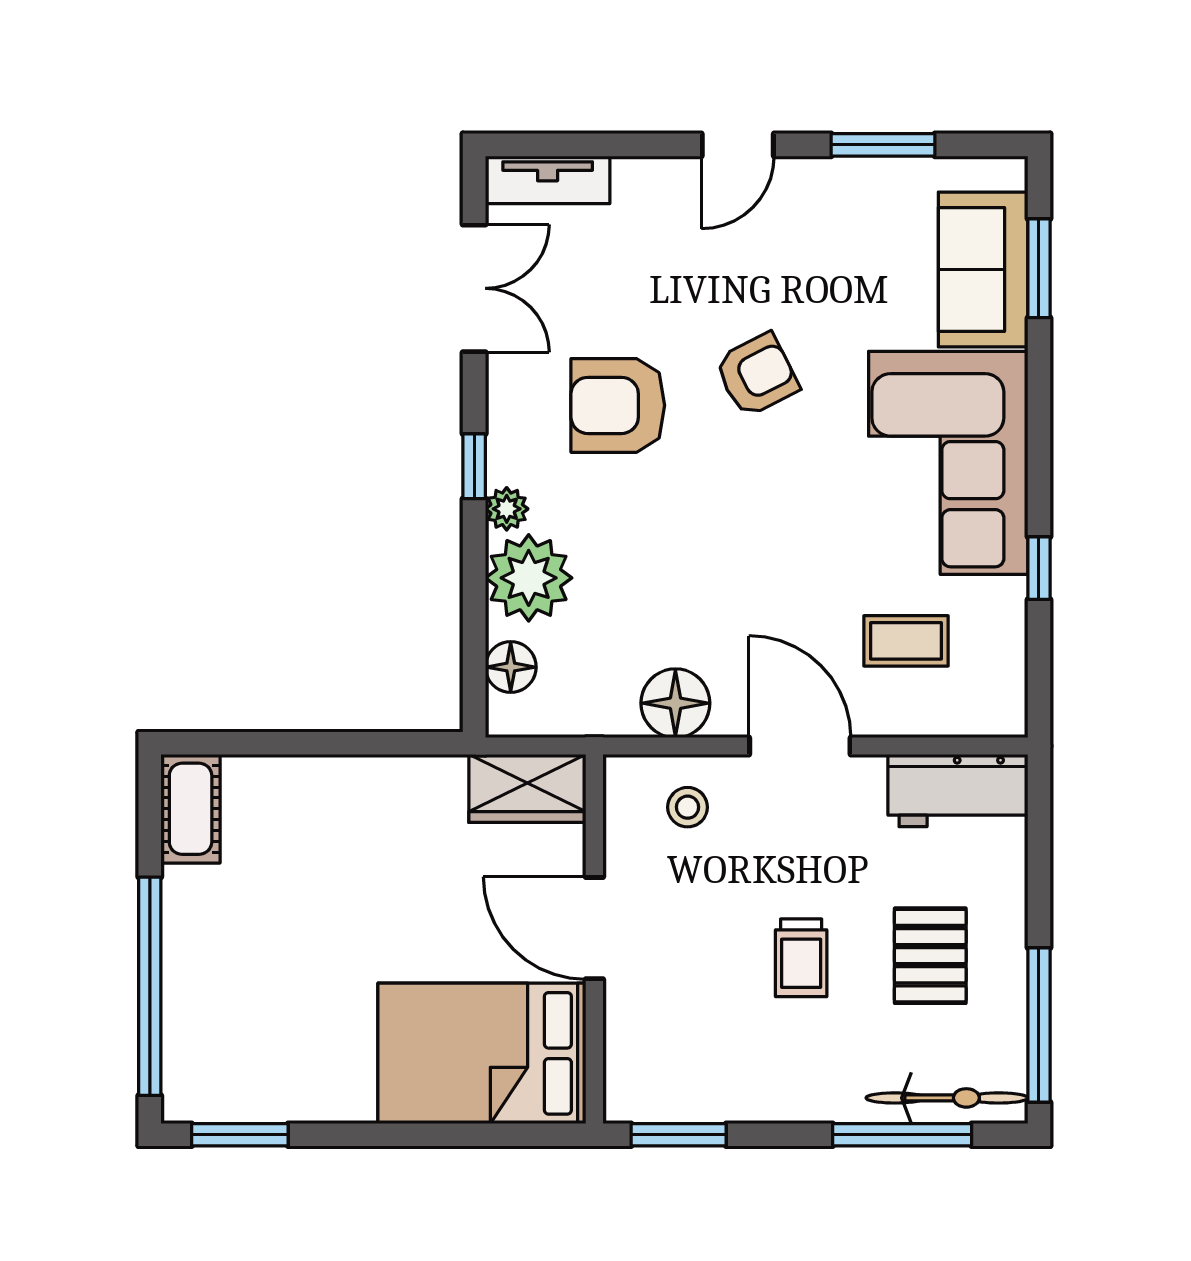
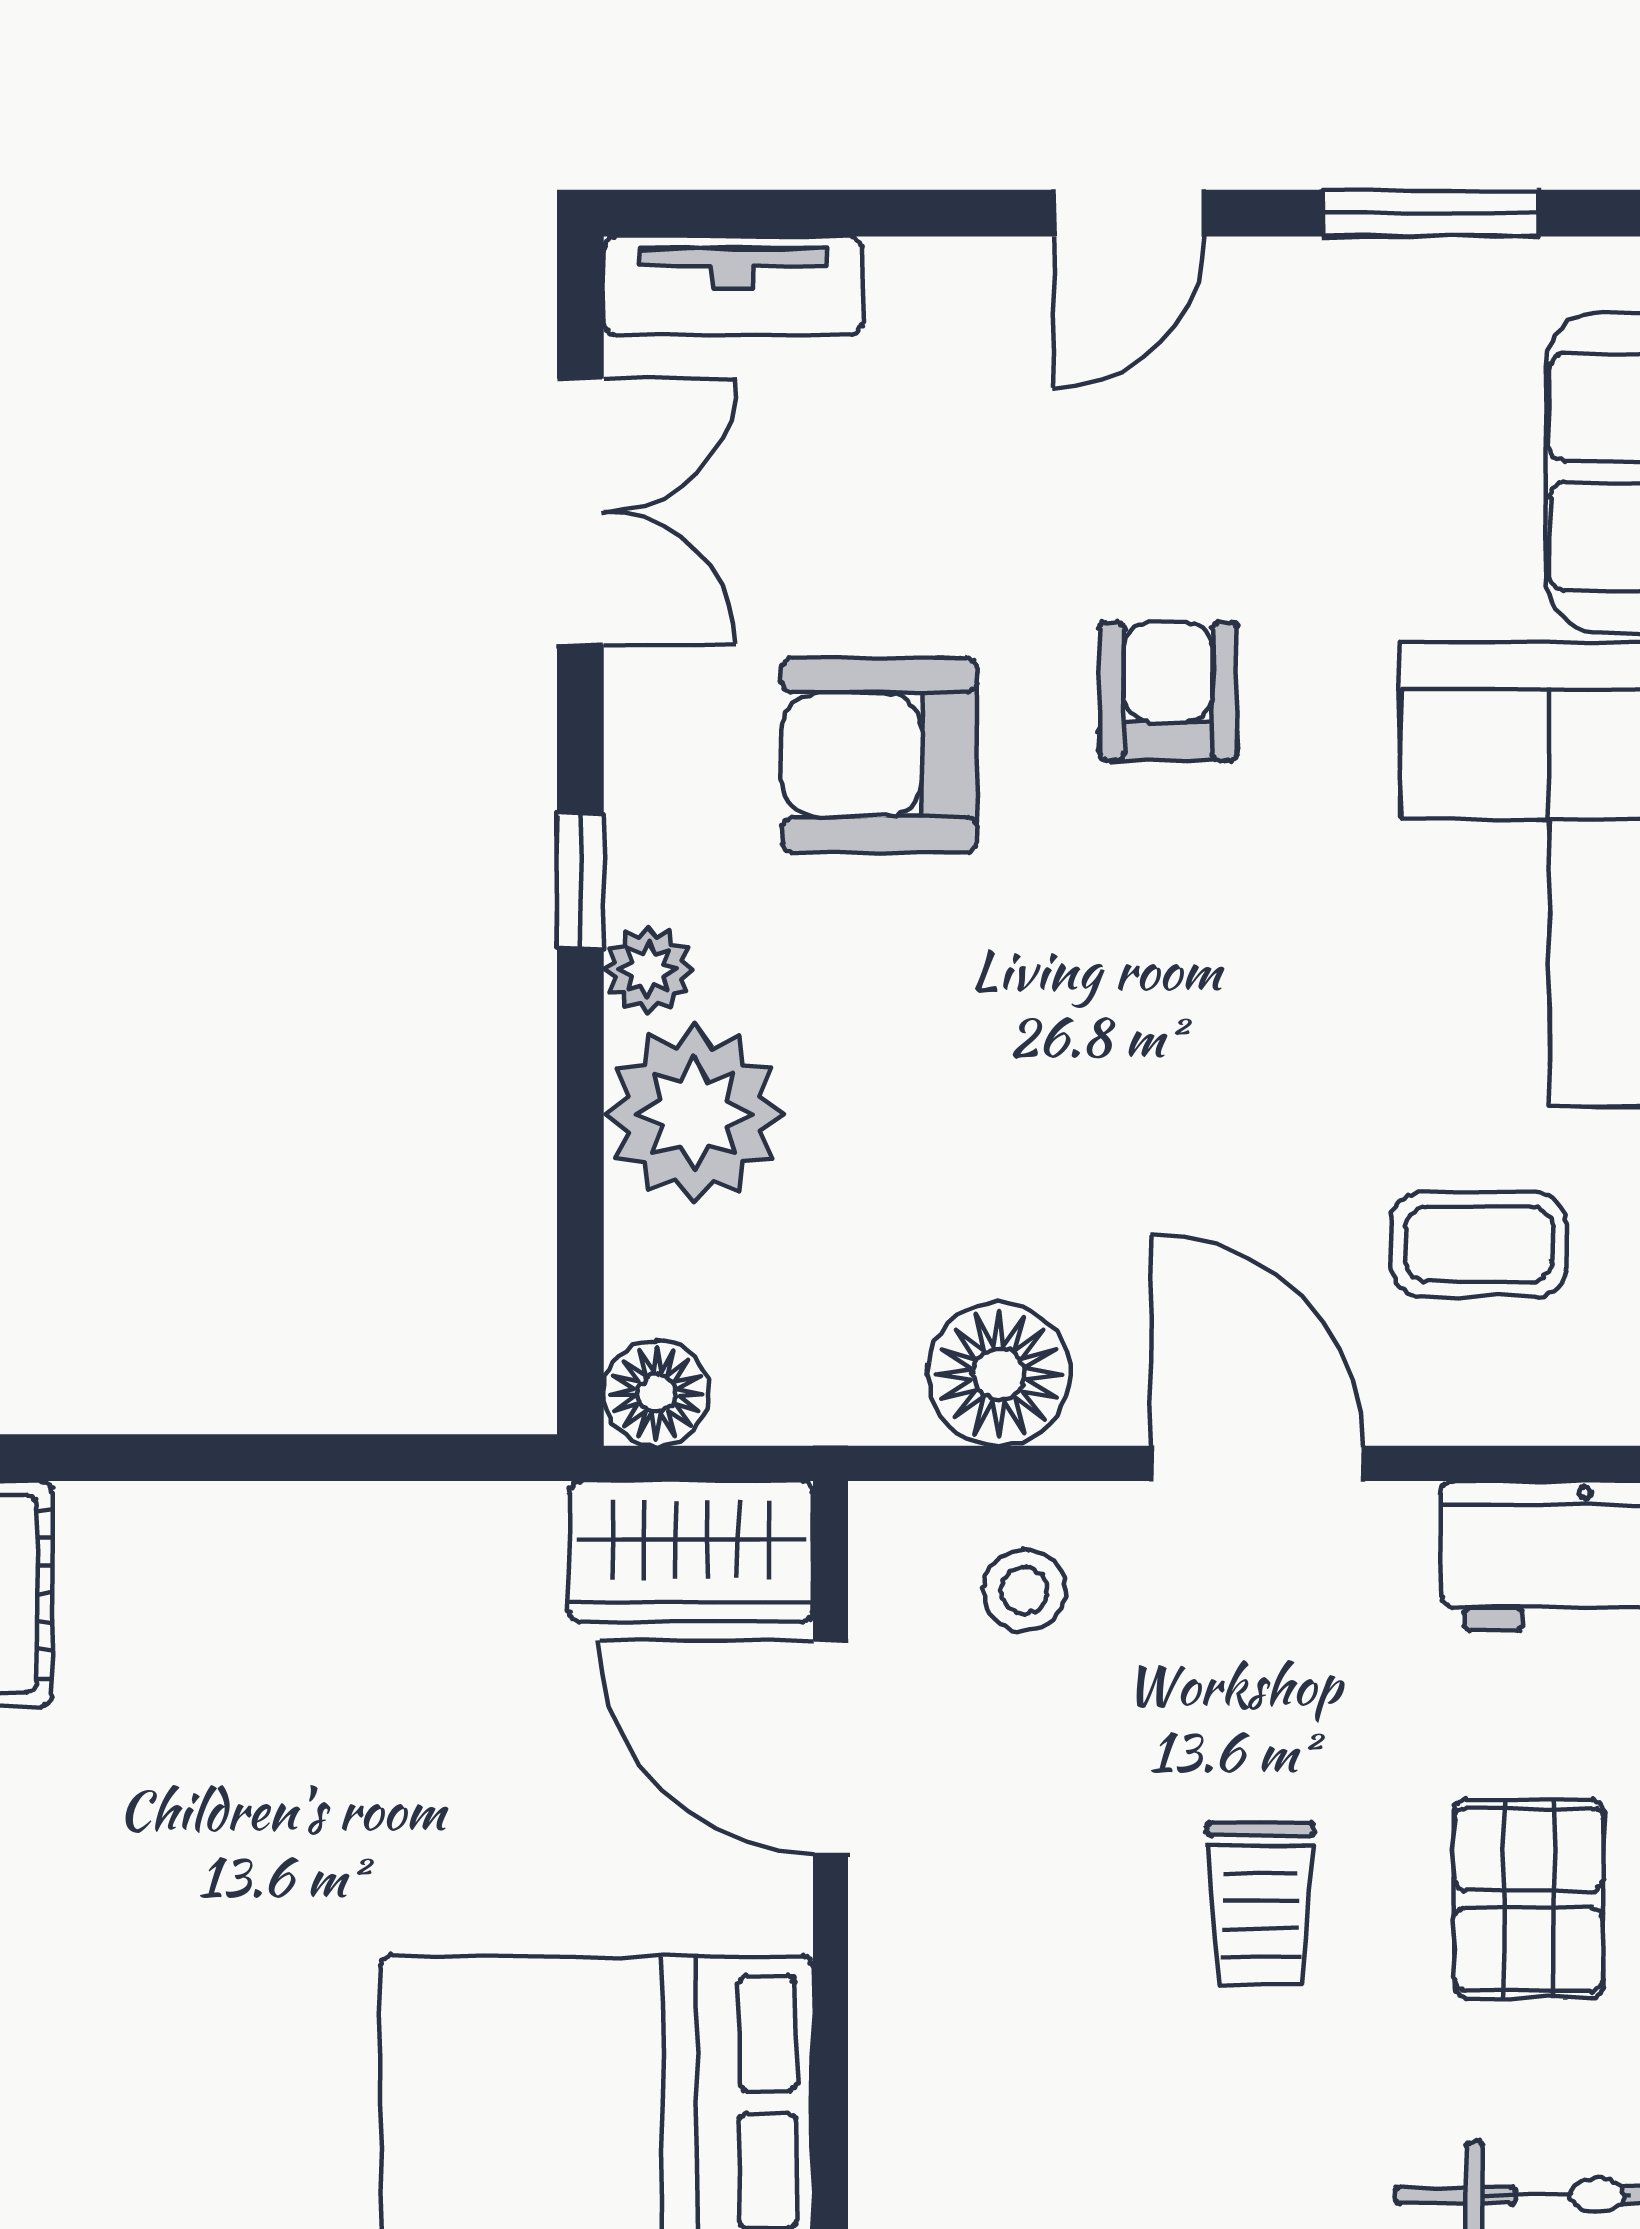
armchair: (757, 375) -> (1168, 691), turned -63
floor lamp: (511, 667) -> (657, 1393), moved
door: (594, 928) -> (830, 1747), moved

